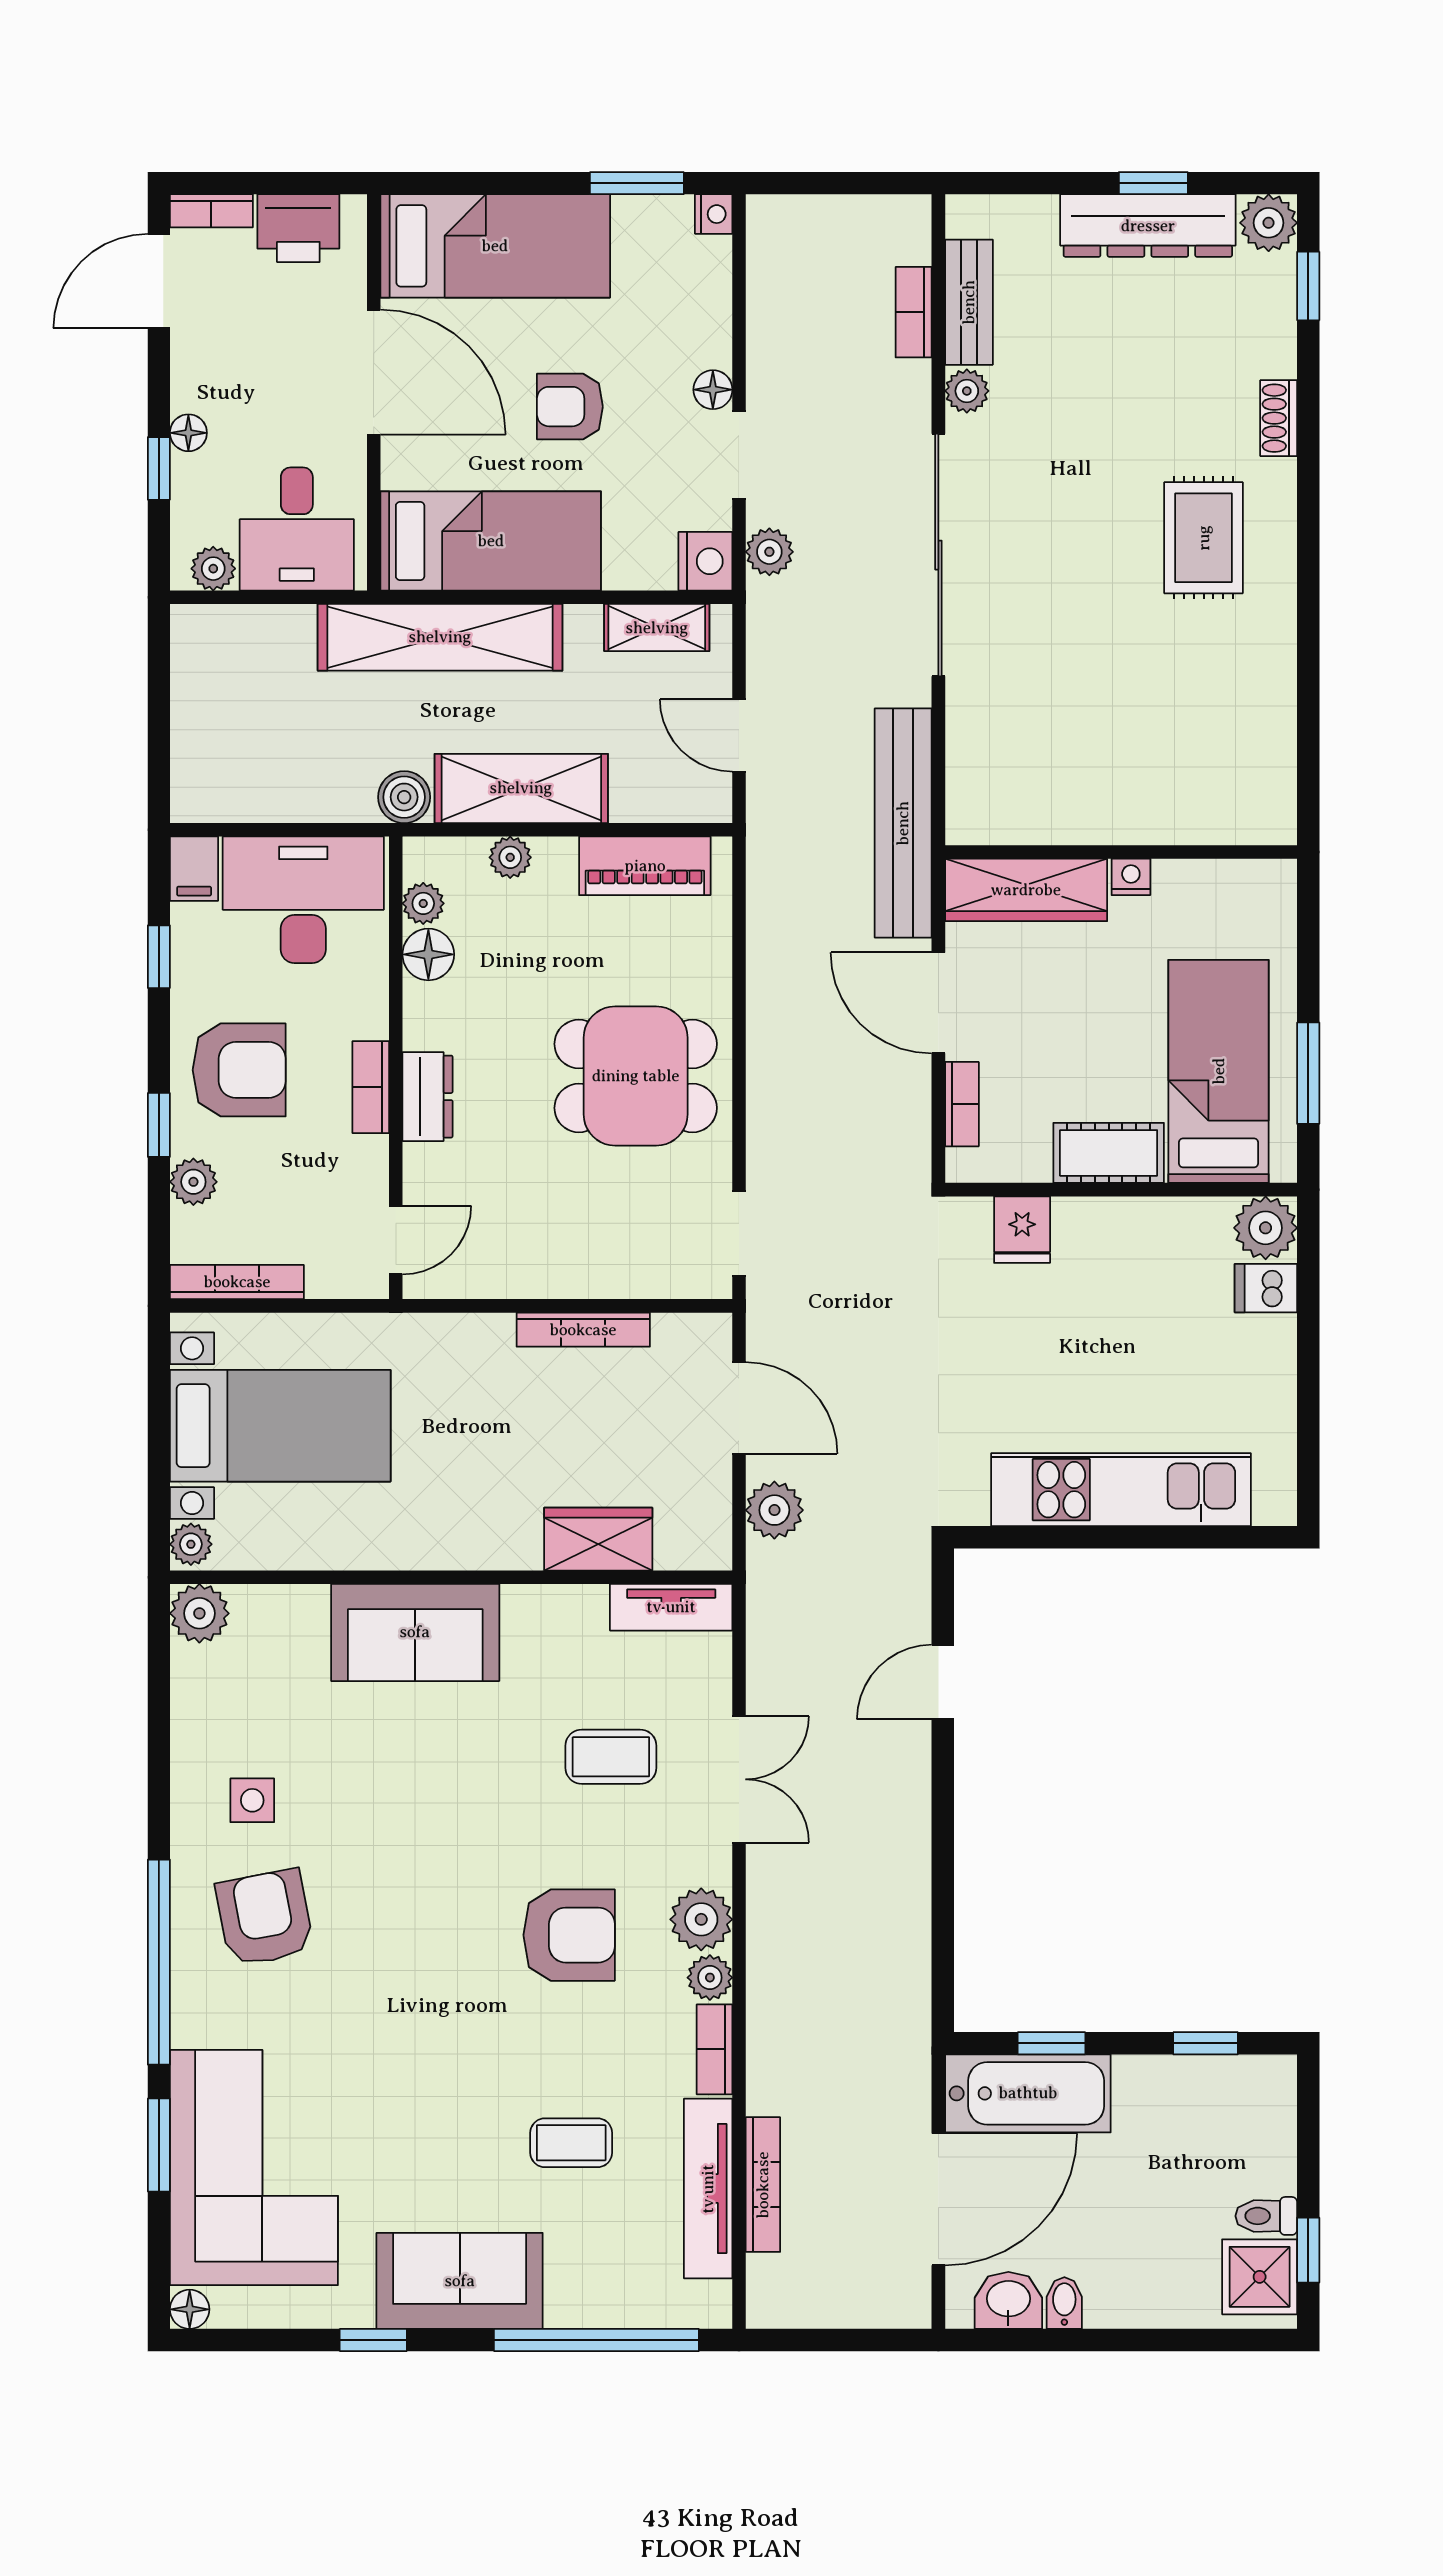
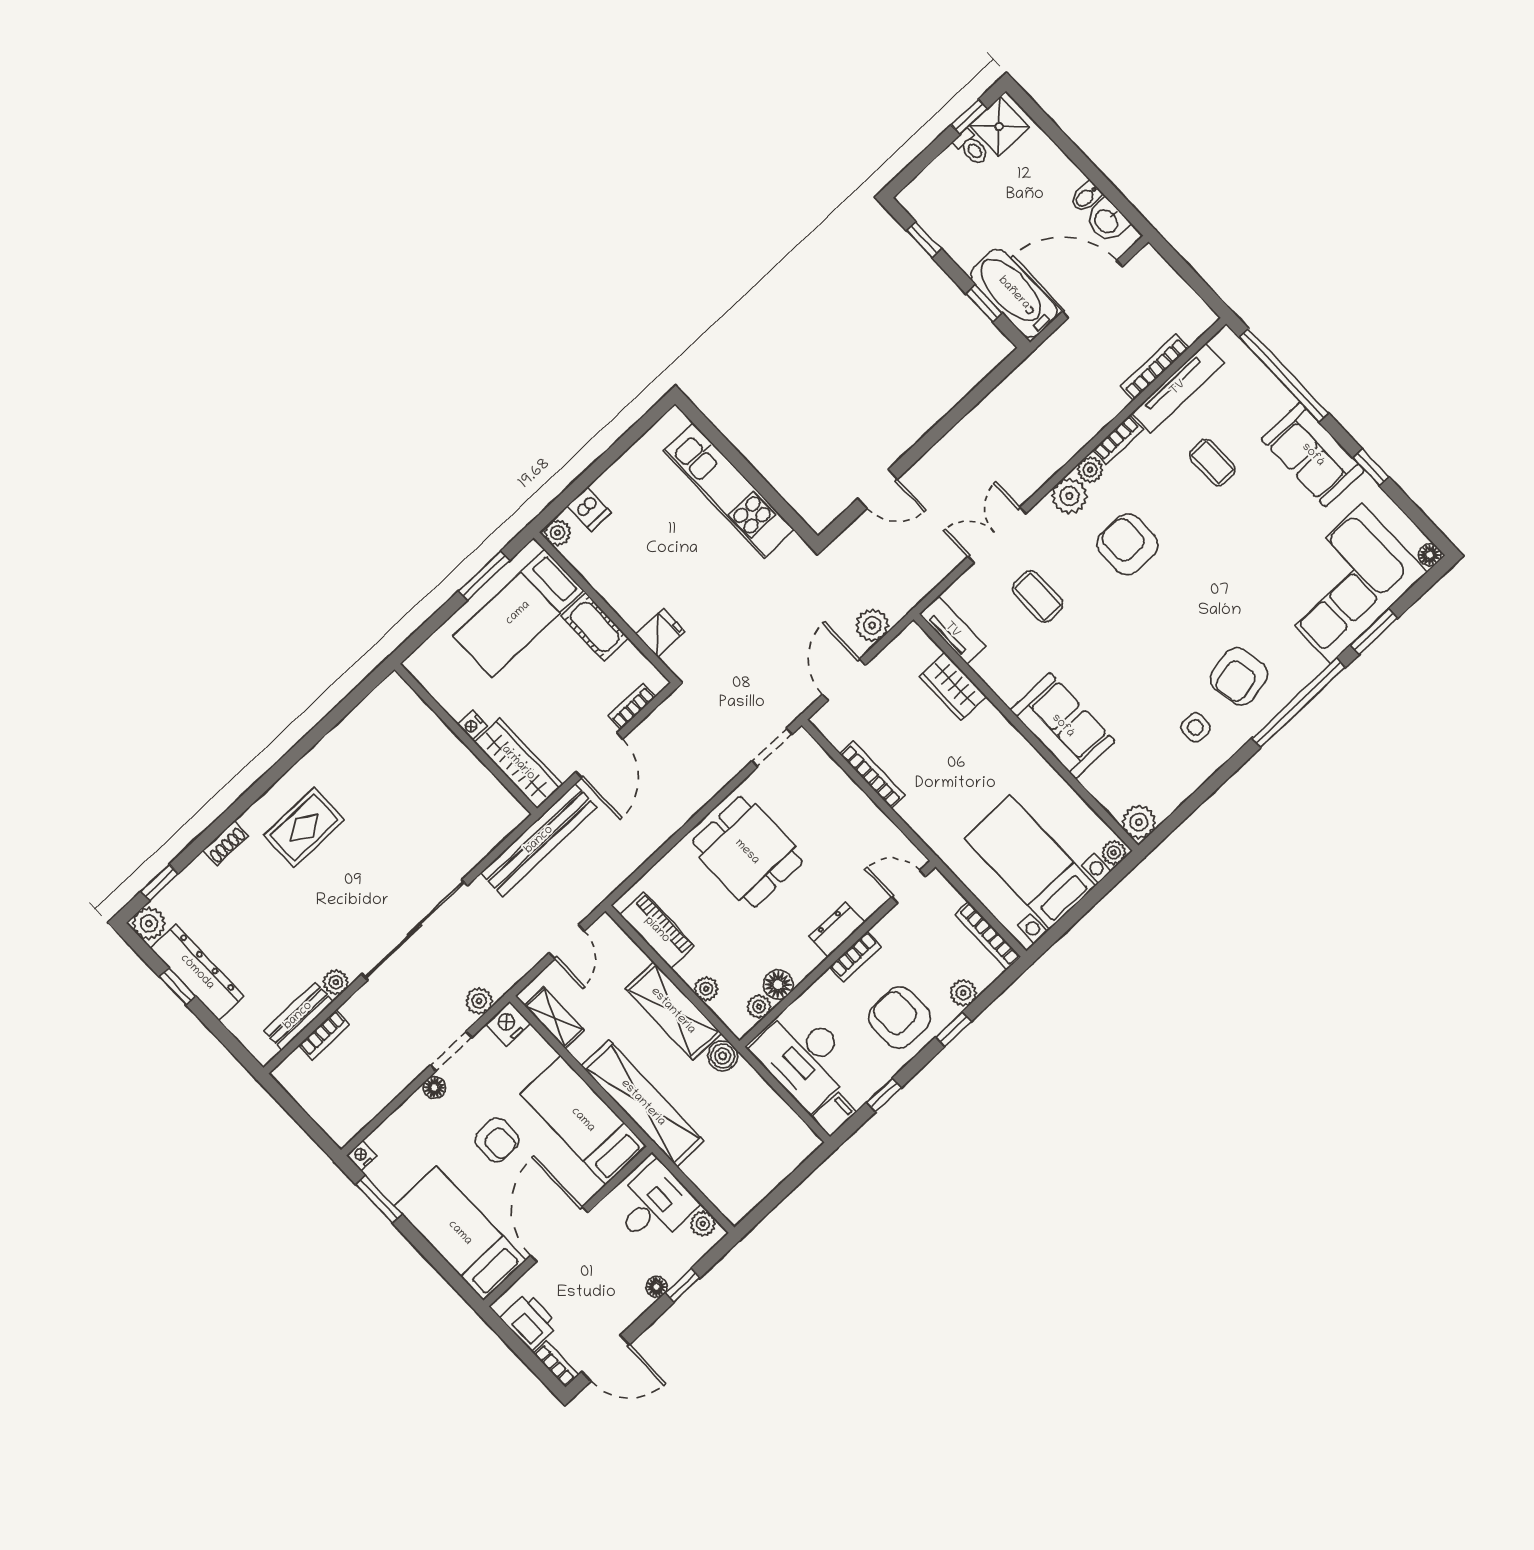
plant: (1266, 1228) -> (558, 533), width x0.73, depth x0.73

